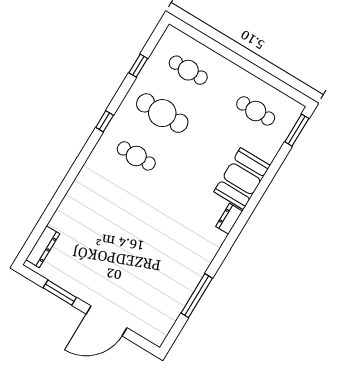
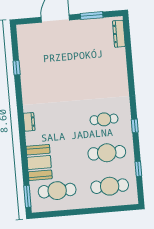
cafe table: (188, 70) -> (110, 186), width x1.37, depth x1.35
cafe table: (256, 111) -> (57, 191), width x1.37, depth x1.35
booth: (242, 179) -> (39, 162), moved
window: (197, 296) -> (17, 68), width x0.46

